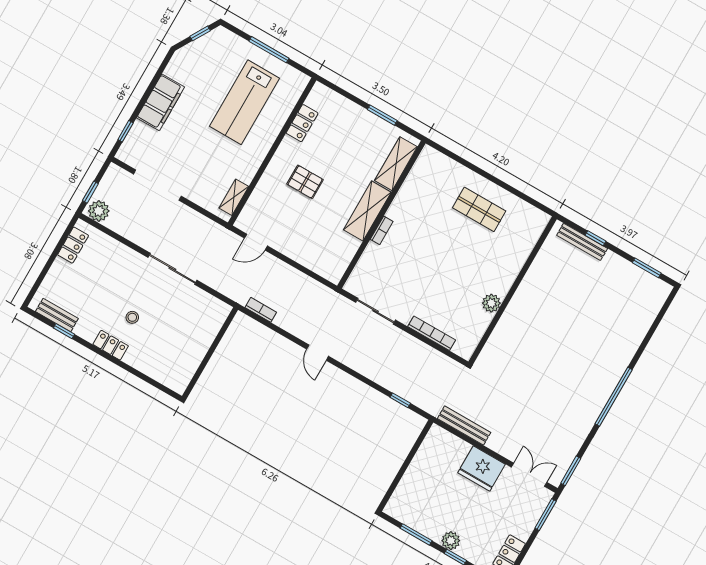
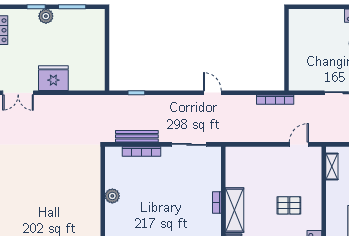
bookcase: (261, 310) -> (275, 100), width x1.56
bench: (464, 425) -> (137, 136), moved

